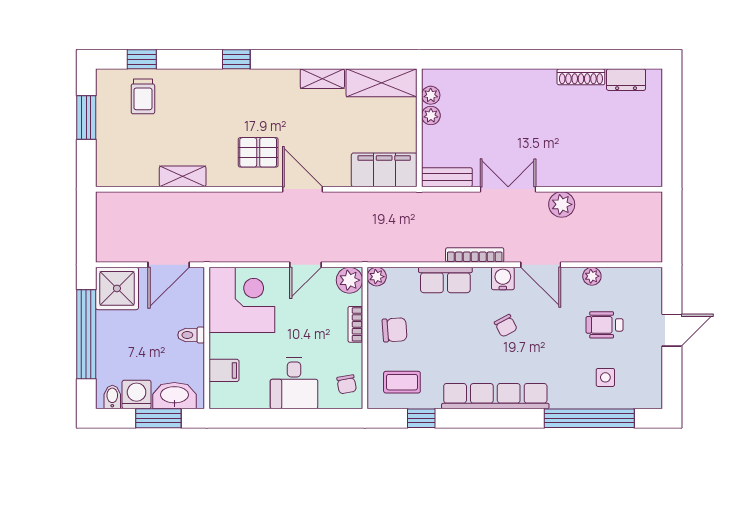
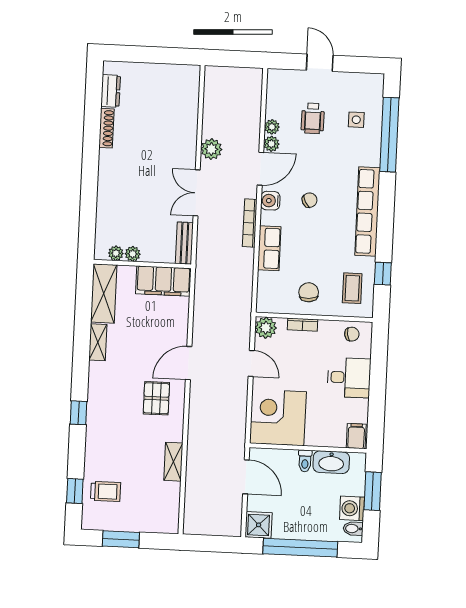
filing cabinet: (384, 170) -> (163, 281), moved, turned -90
plant: (377, 277) -> (271, 144), moved
shower: (117, 288) -> (259, 525), width x0.73, depth x0.73
filing cabinet: (224, 370) -> (356, 436), moved
washbasin: (174, 396) -> (331, 462), moved, turned -90

